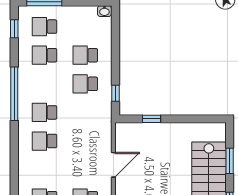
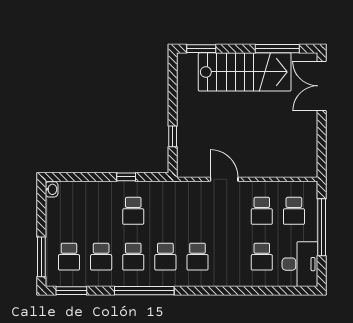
window: (14, 29) -> (71, 291), width x1.50
school desk: (85, 55) -> (133, 257), moved
window: (116, 93) -> (126, 177), moved
window: (230, 161) -> (201, 49), moved

